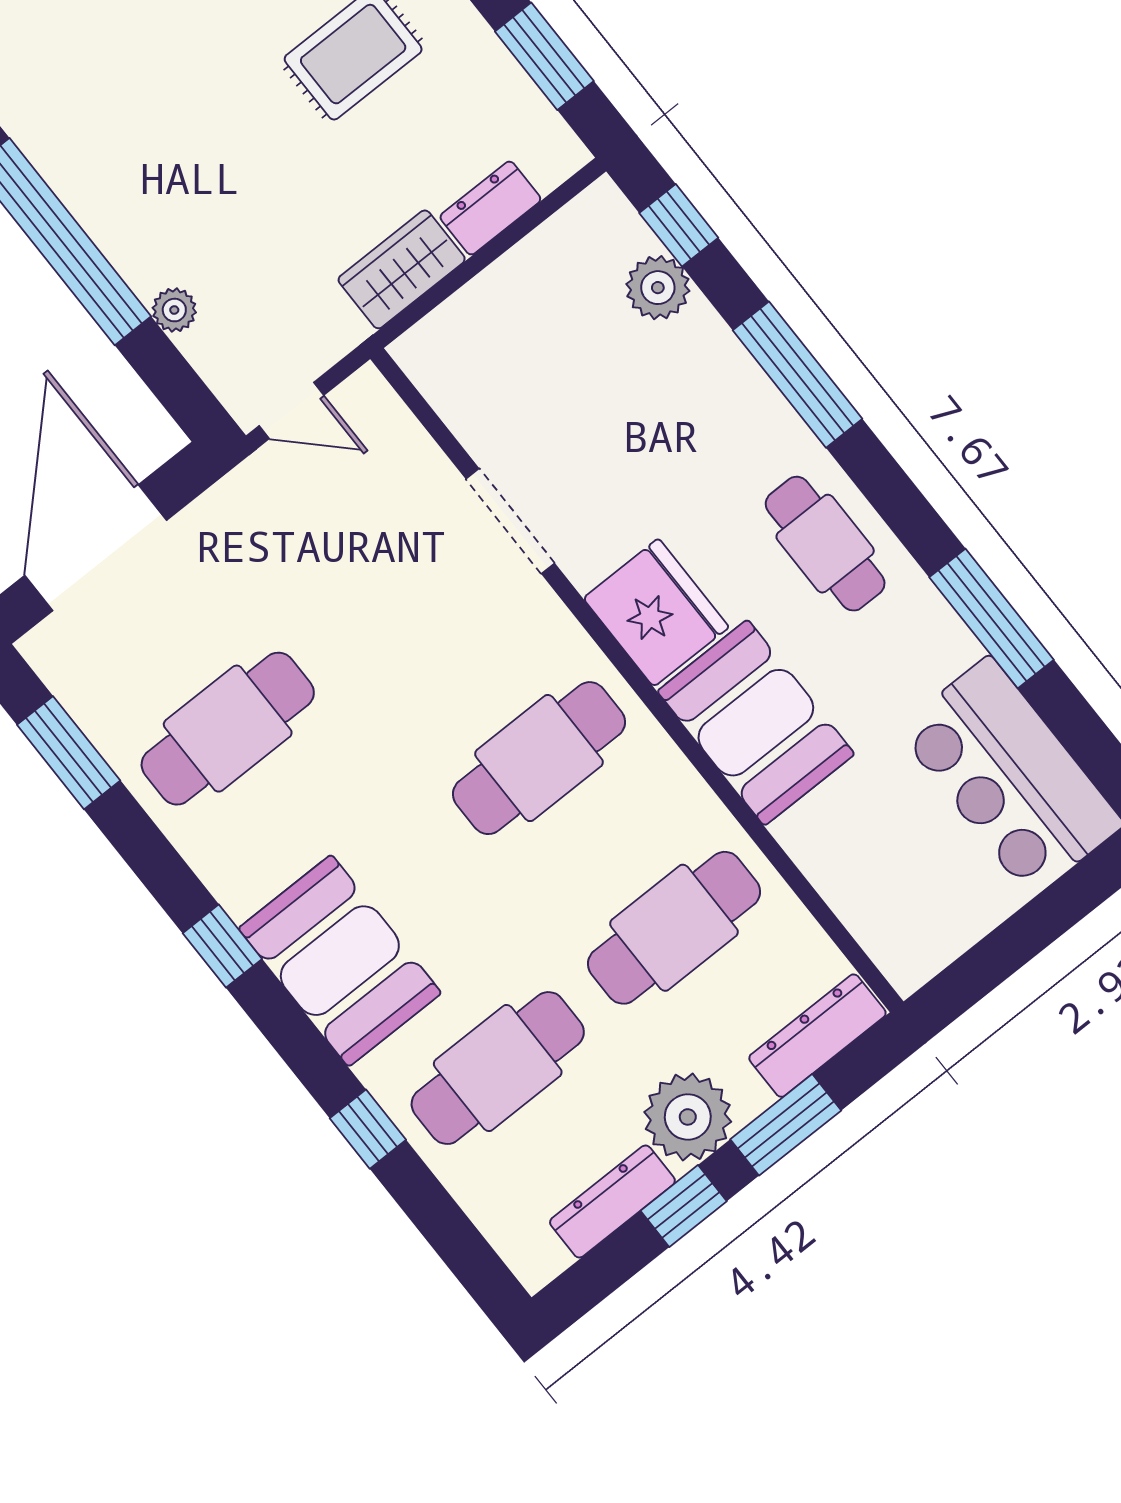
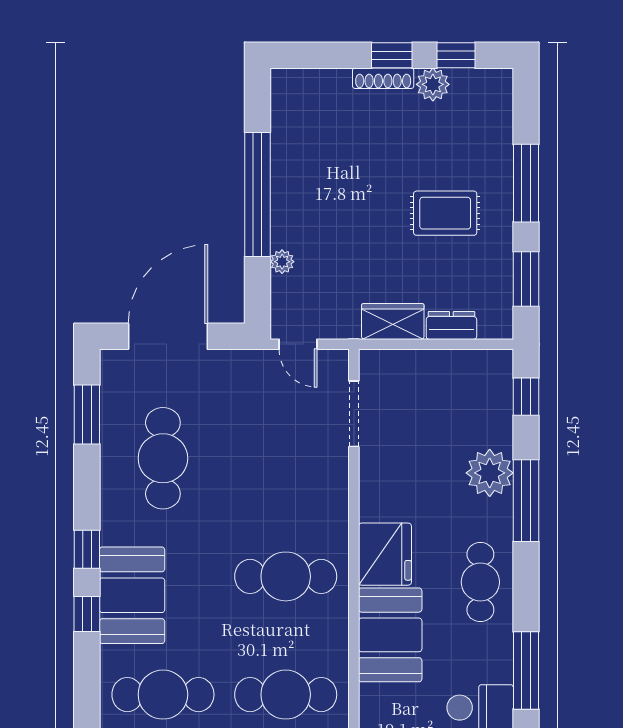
plant: (658, 288) -> (490, 473), moved, width x1.36, depth x1.36
doorway: (510, 521) -> (354, 414), moved
cafe table: (228, 729) -> (163, 458), turned 90
window: (368, 1129) -> (87, 614), moved

